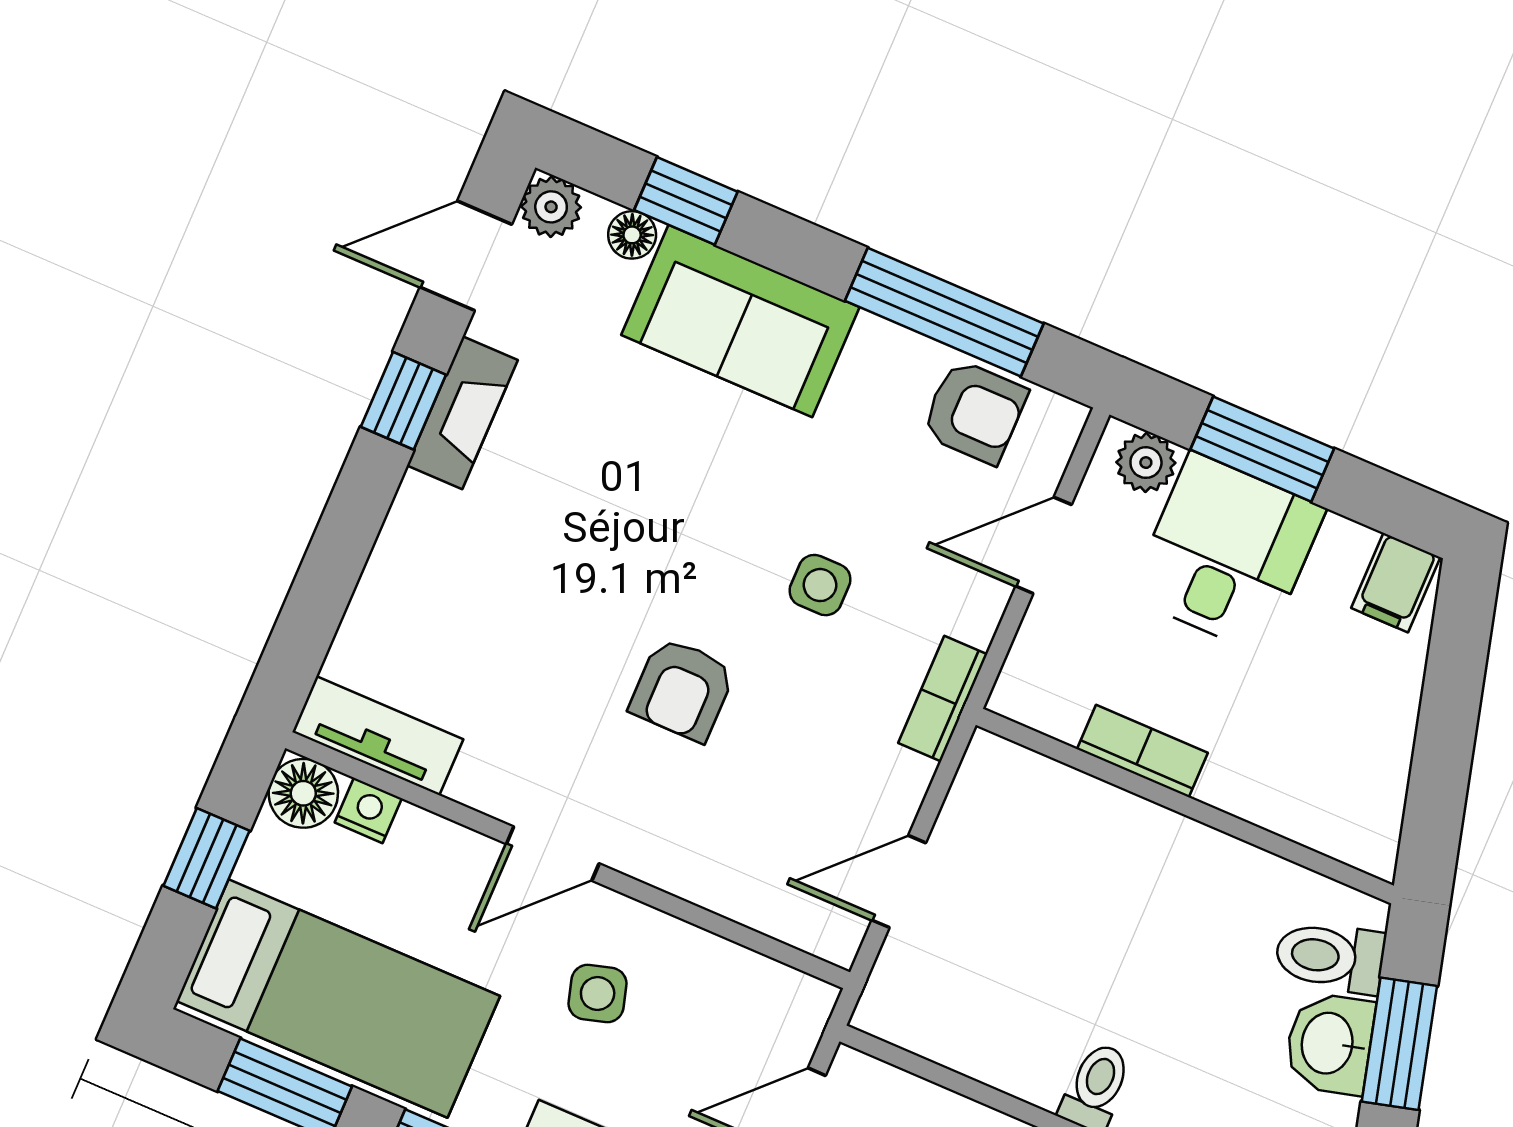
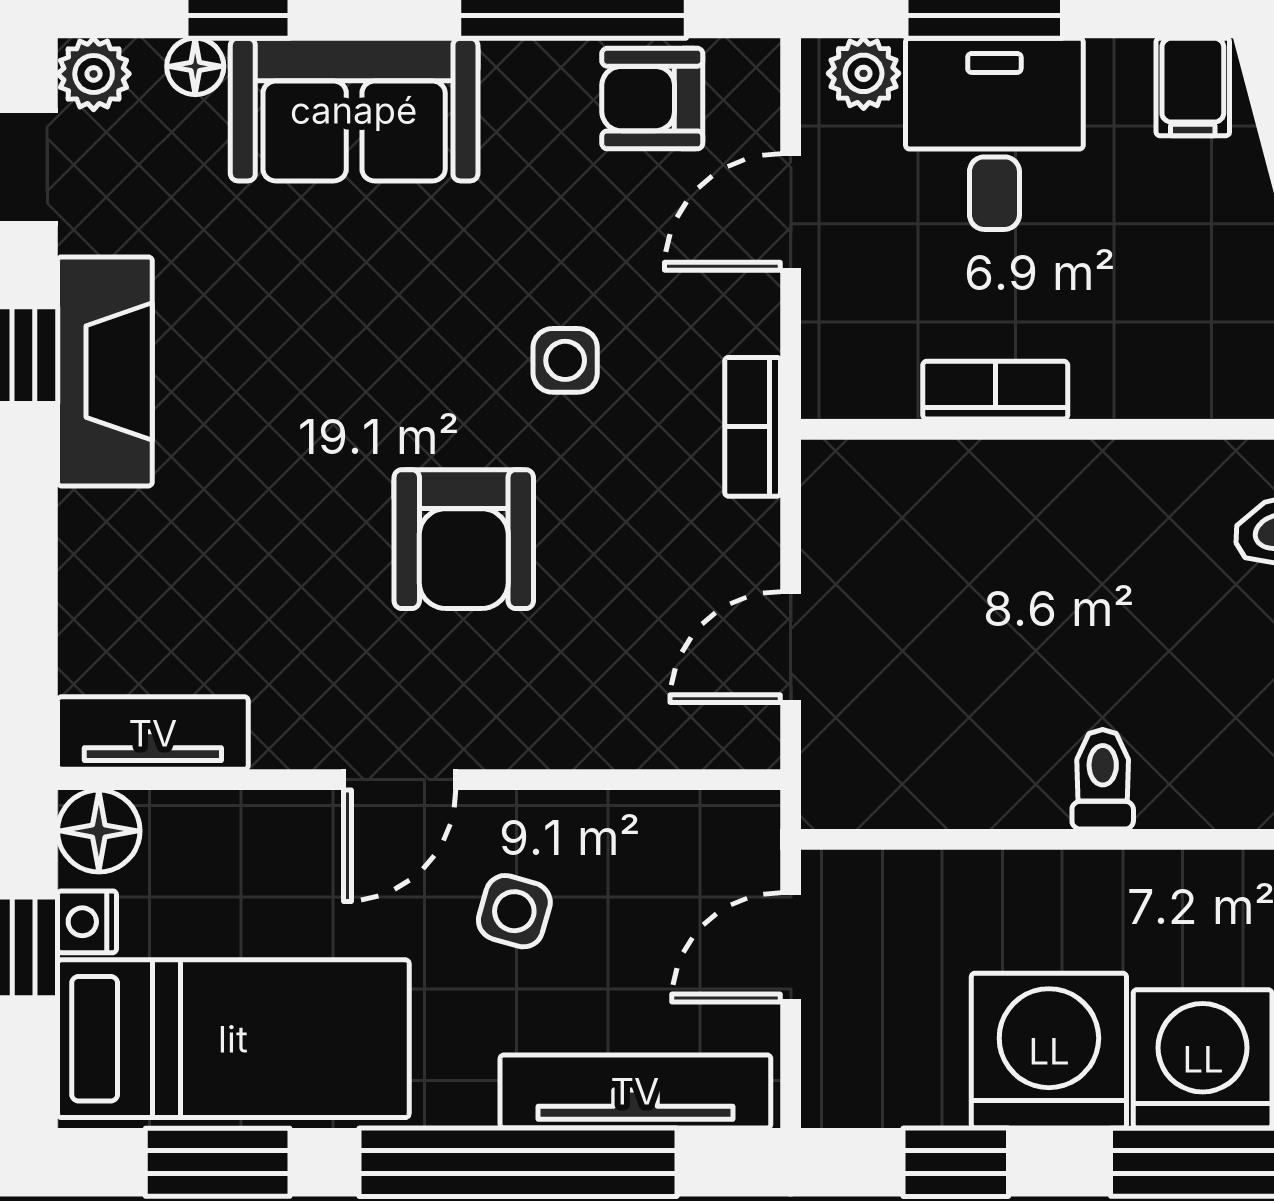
armchair: (974, 412) -> (652, 99), turned 180
fireplace: (462, 413) -> (105, 371), width x1.37, depth x1.32
armchair: (682, 689) -> (464, 539), width x1.38, depth x1.38
nightstand: (368, 810) -> (87, 922), moved, turned -90
side table: (598, 993) -> (514, 911), turned 32

